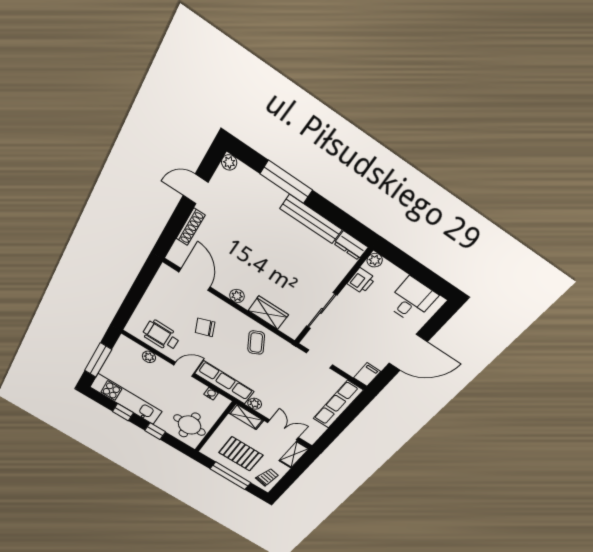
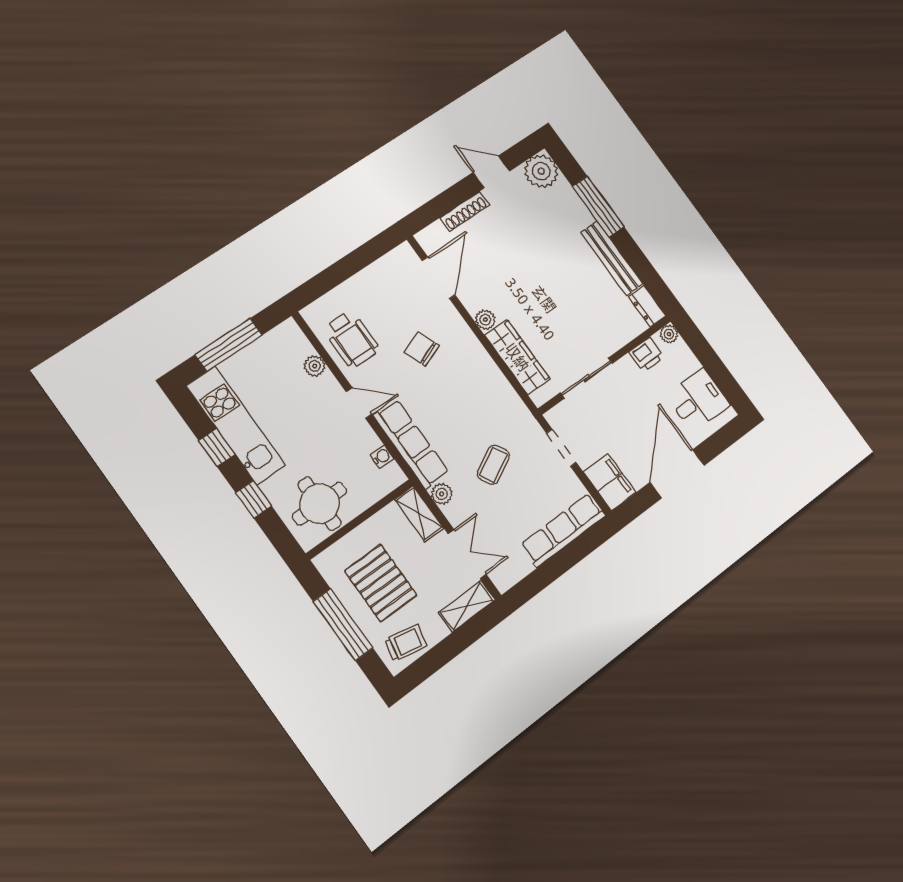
plant: (229, 162) -> (541, 171), width x1.88, depth x1.88
wardrobe: (268, 313) -> (517, 357), width x1.50
wheelchair: (161, 335) -> (351, 339), turned 180
coffee table: (256, 343) -> (493, 465), moved
door: (408, 353) -> (677, 474), swing flipped
filing cabinet: (367, 375) -> (610, 482), width x2.00

